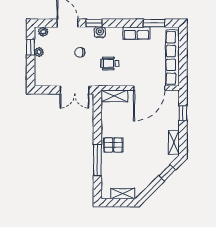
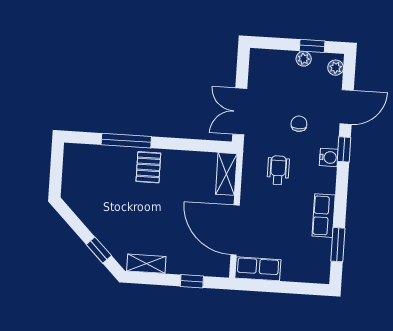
row of seats: (173, 58) -> (258, 269), width x0.50
shelving: (123, 194) -> (70, 177), removed

